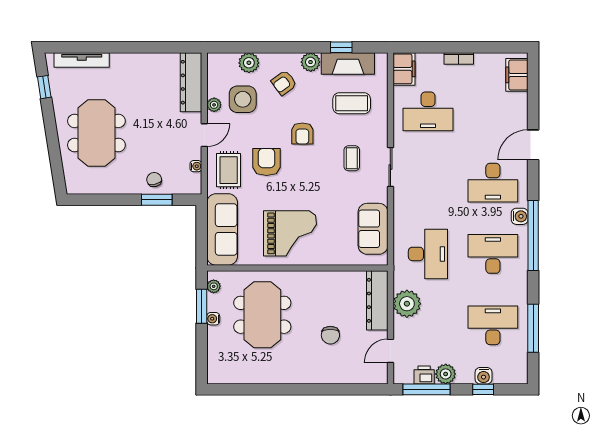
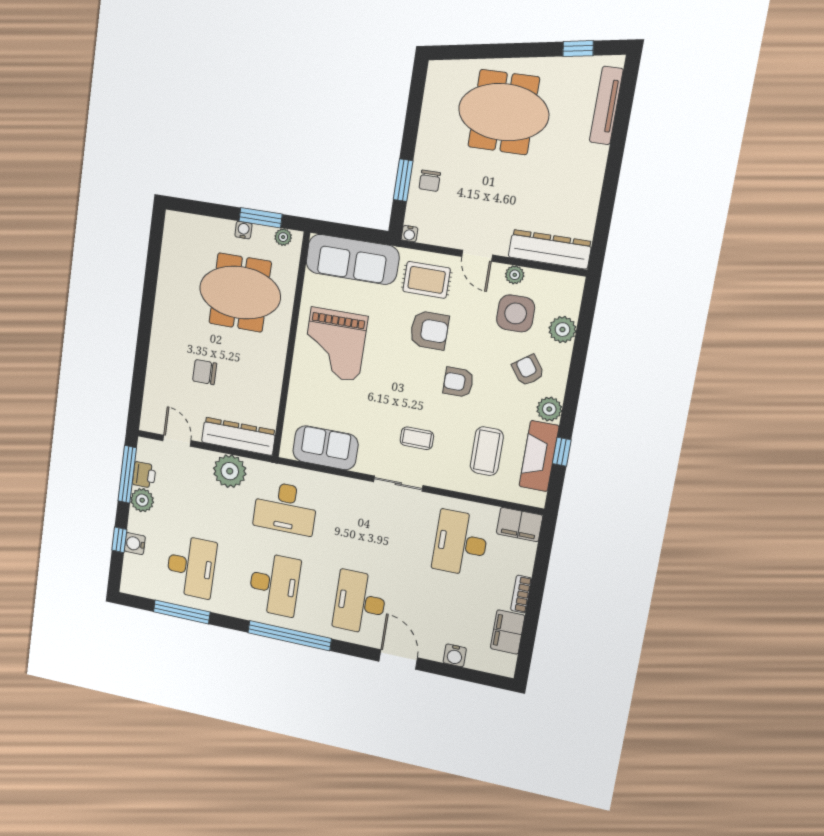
filing cabinet: (517, 75) -> (508, 632), moved, turned -90
water cooler: (196, 166) -> (409, 234), moved
chair: (154, 180) -> (430, 181), turned 103
water cooler: (520, 216) -> (455, 655), moved

